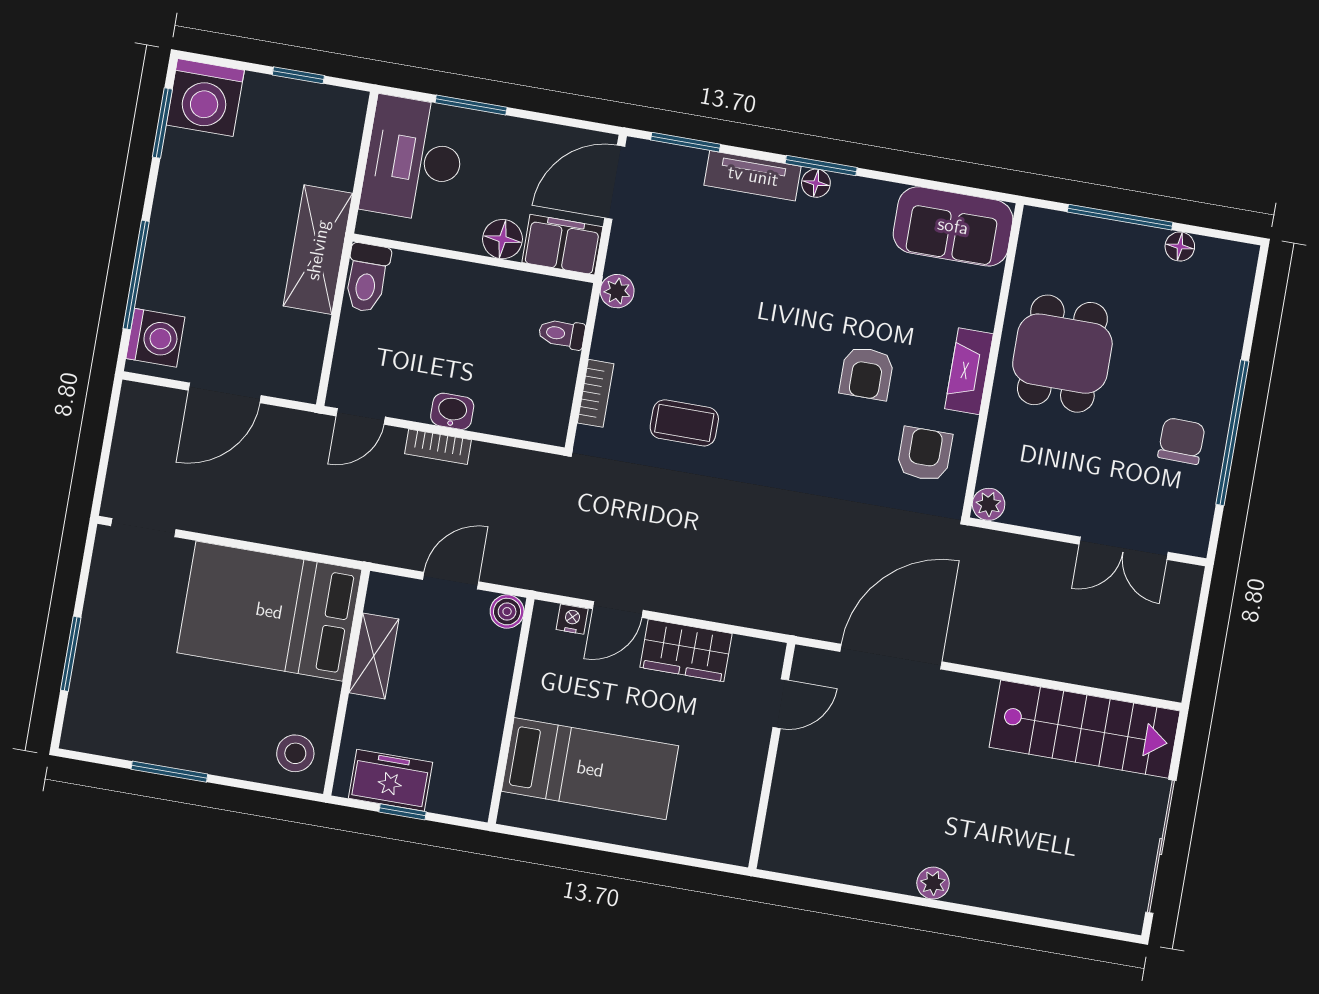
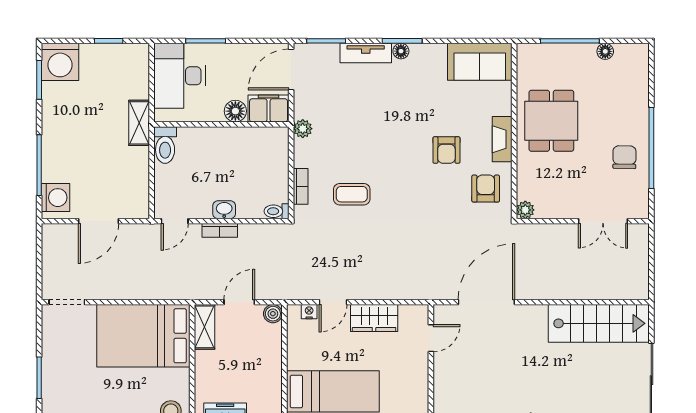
shelving: (318, 250) -> (139, 123), width x0.67, depth x0.75
toilet: (562, 334) -> (277, 211), moved
shelving: (374, 656) -> (204, 327), moved

